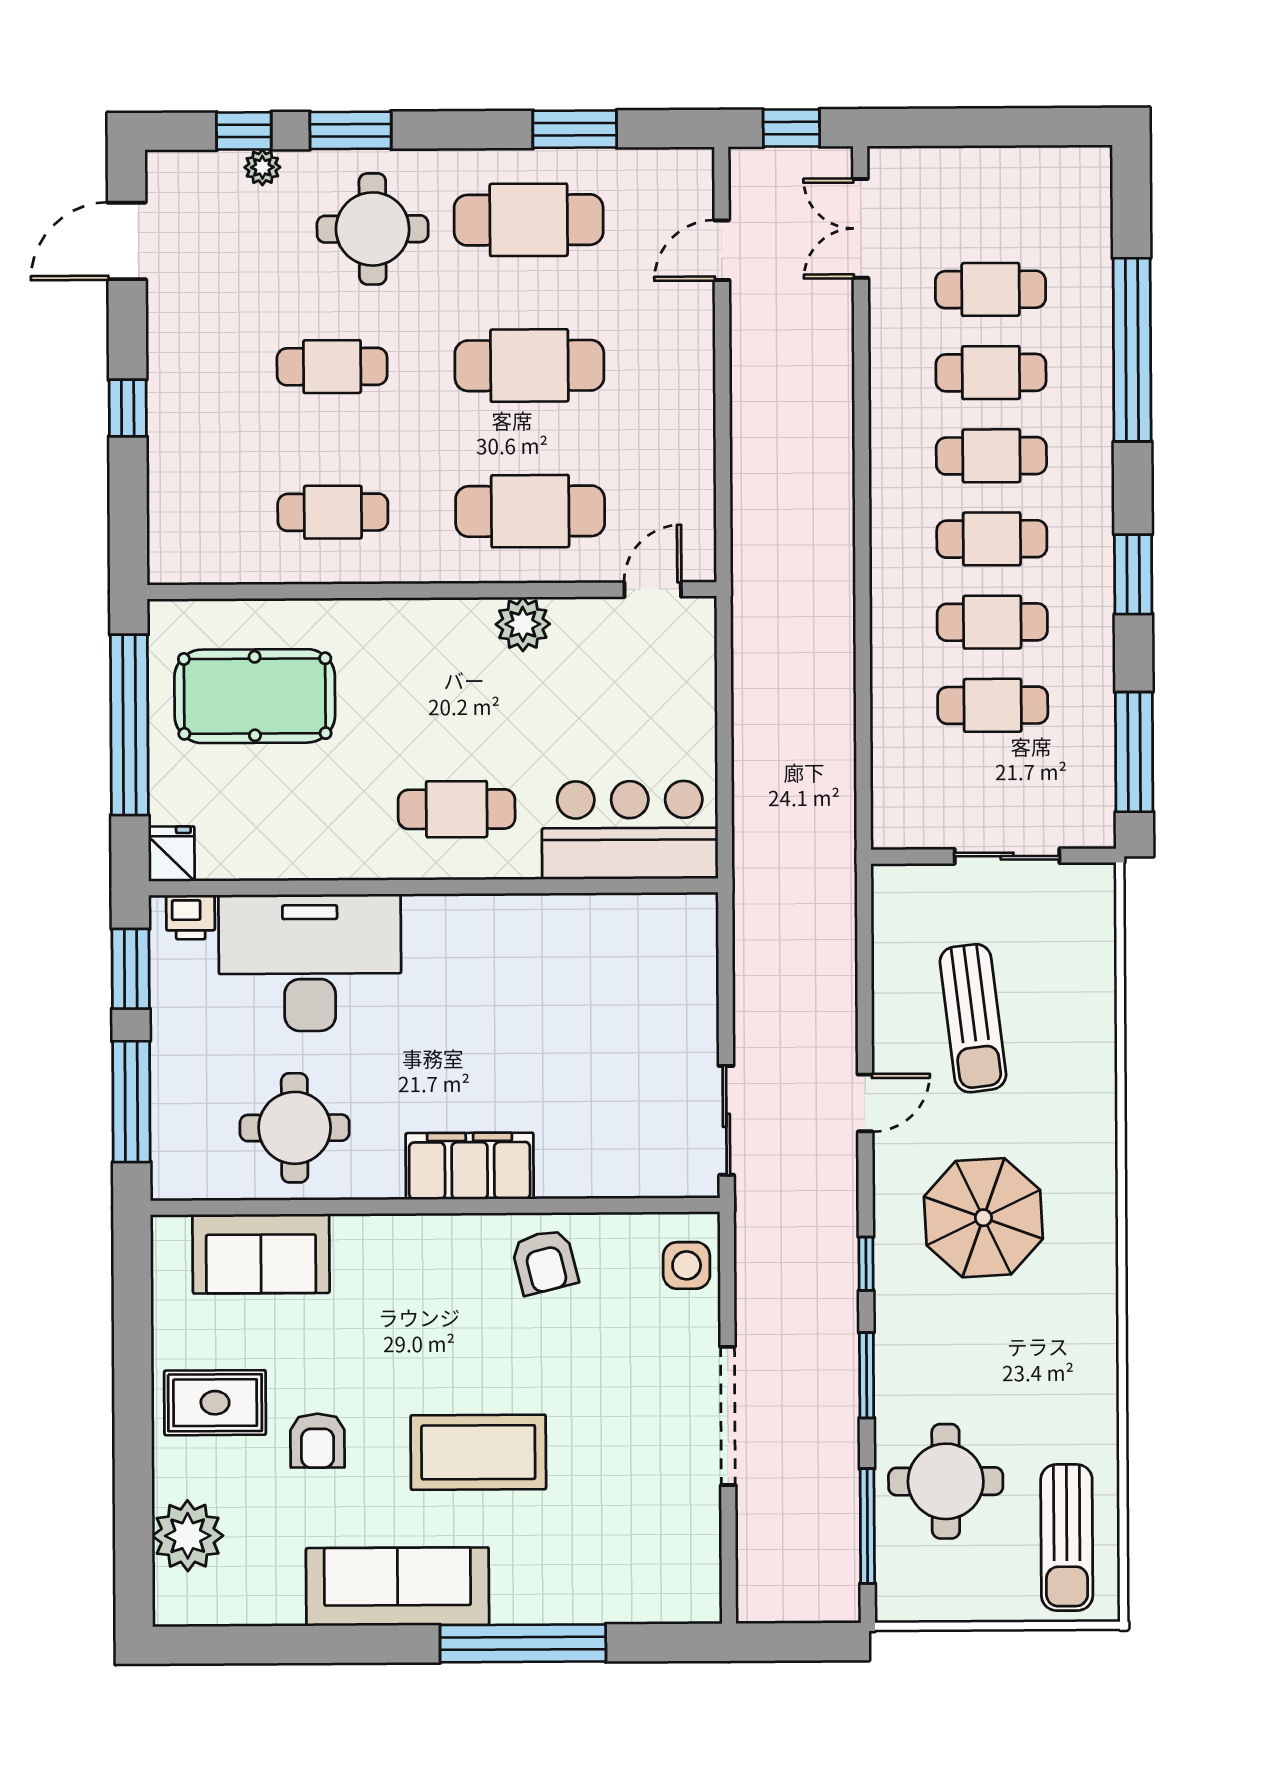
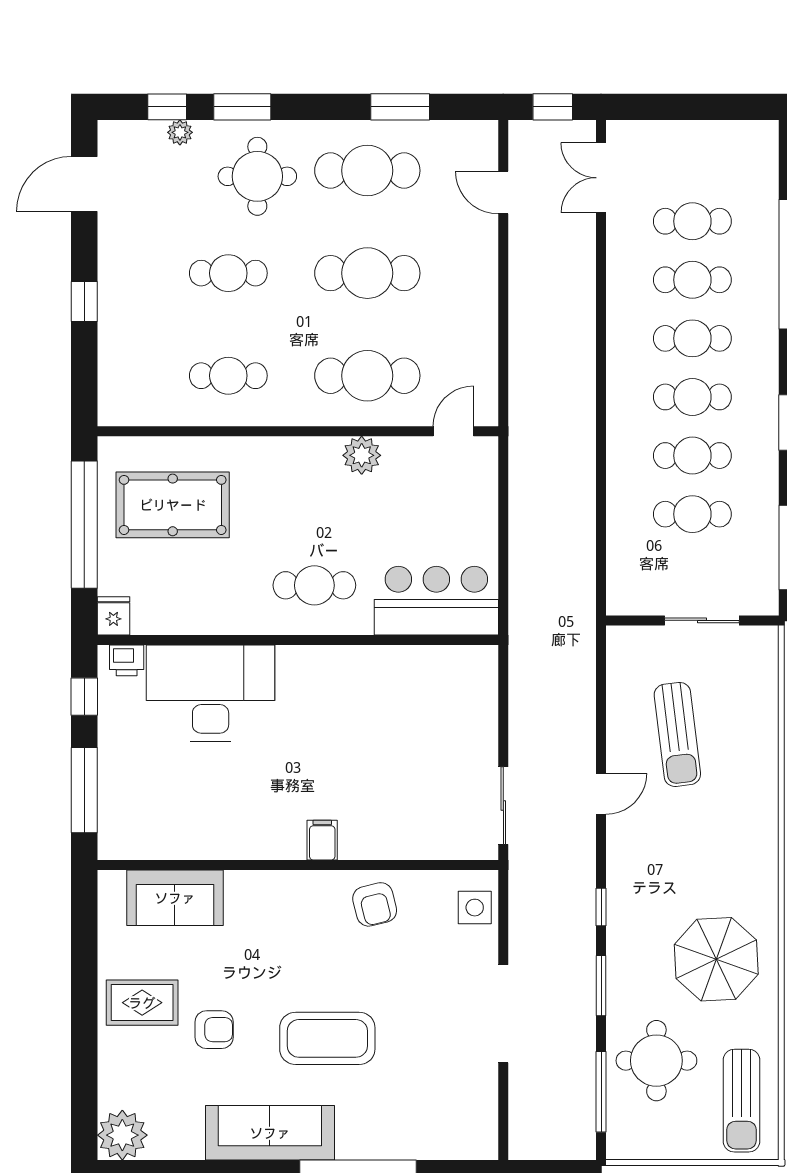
door: (722, 250) -> (503, 193), hinge flipped
window: (131, 969) -> (84, 697), width x0.67
round table: (295, 1128) -> (199, 809), removed
filing cabinet: (470, 1166) -> (322, 840), width x0.33, depth x0.86
parasol: (983, 1218) -> (716, 959), moved
armchair: (317, 1441) -> (214, 1030), turned -90
plant: (188, 1536) -> (122, 1135), moved

